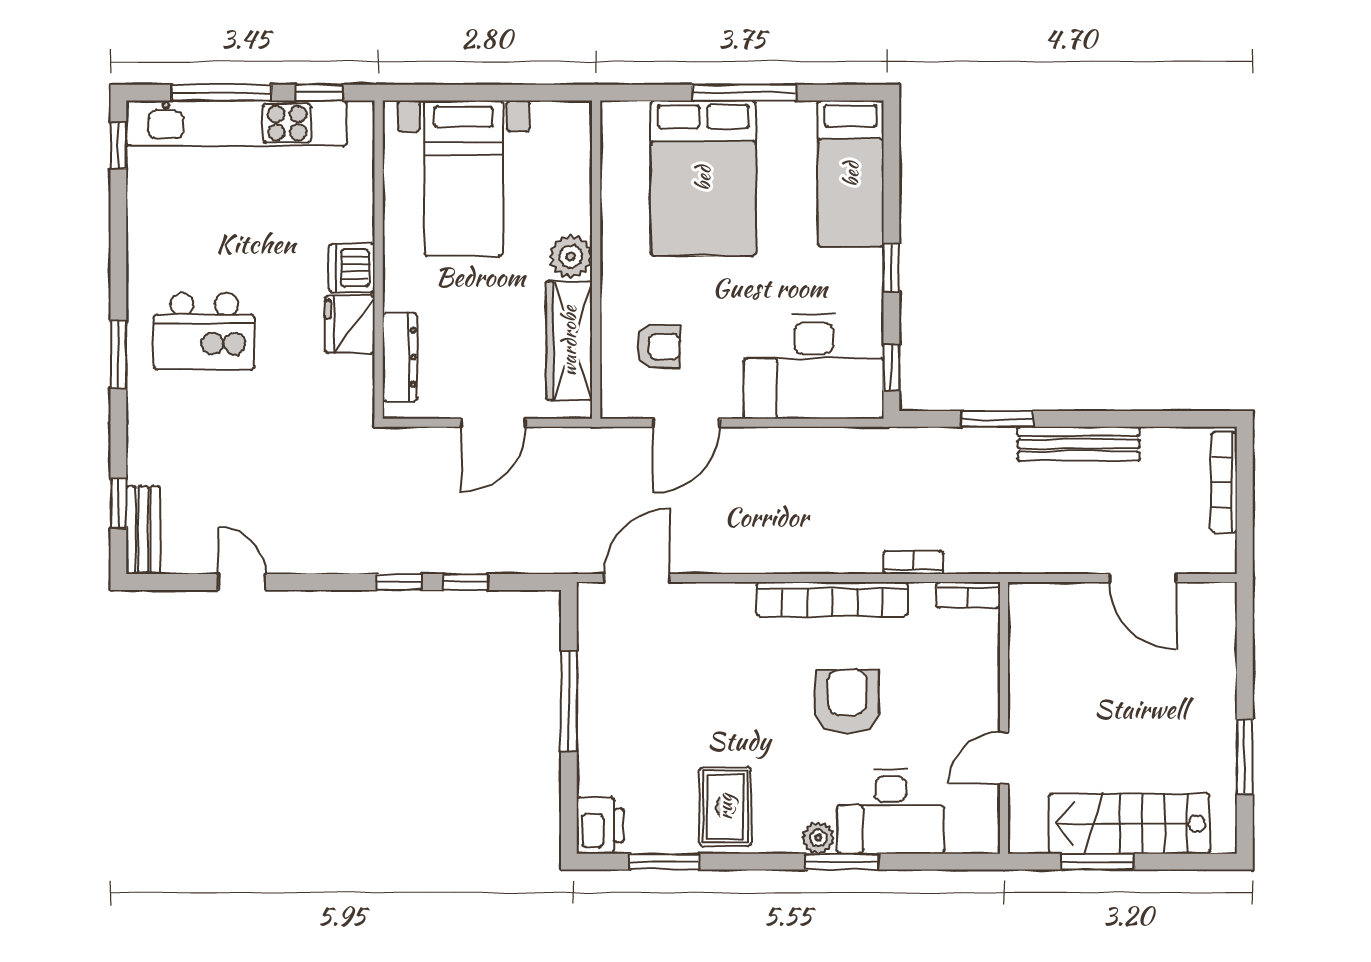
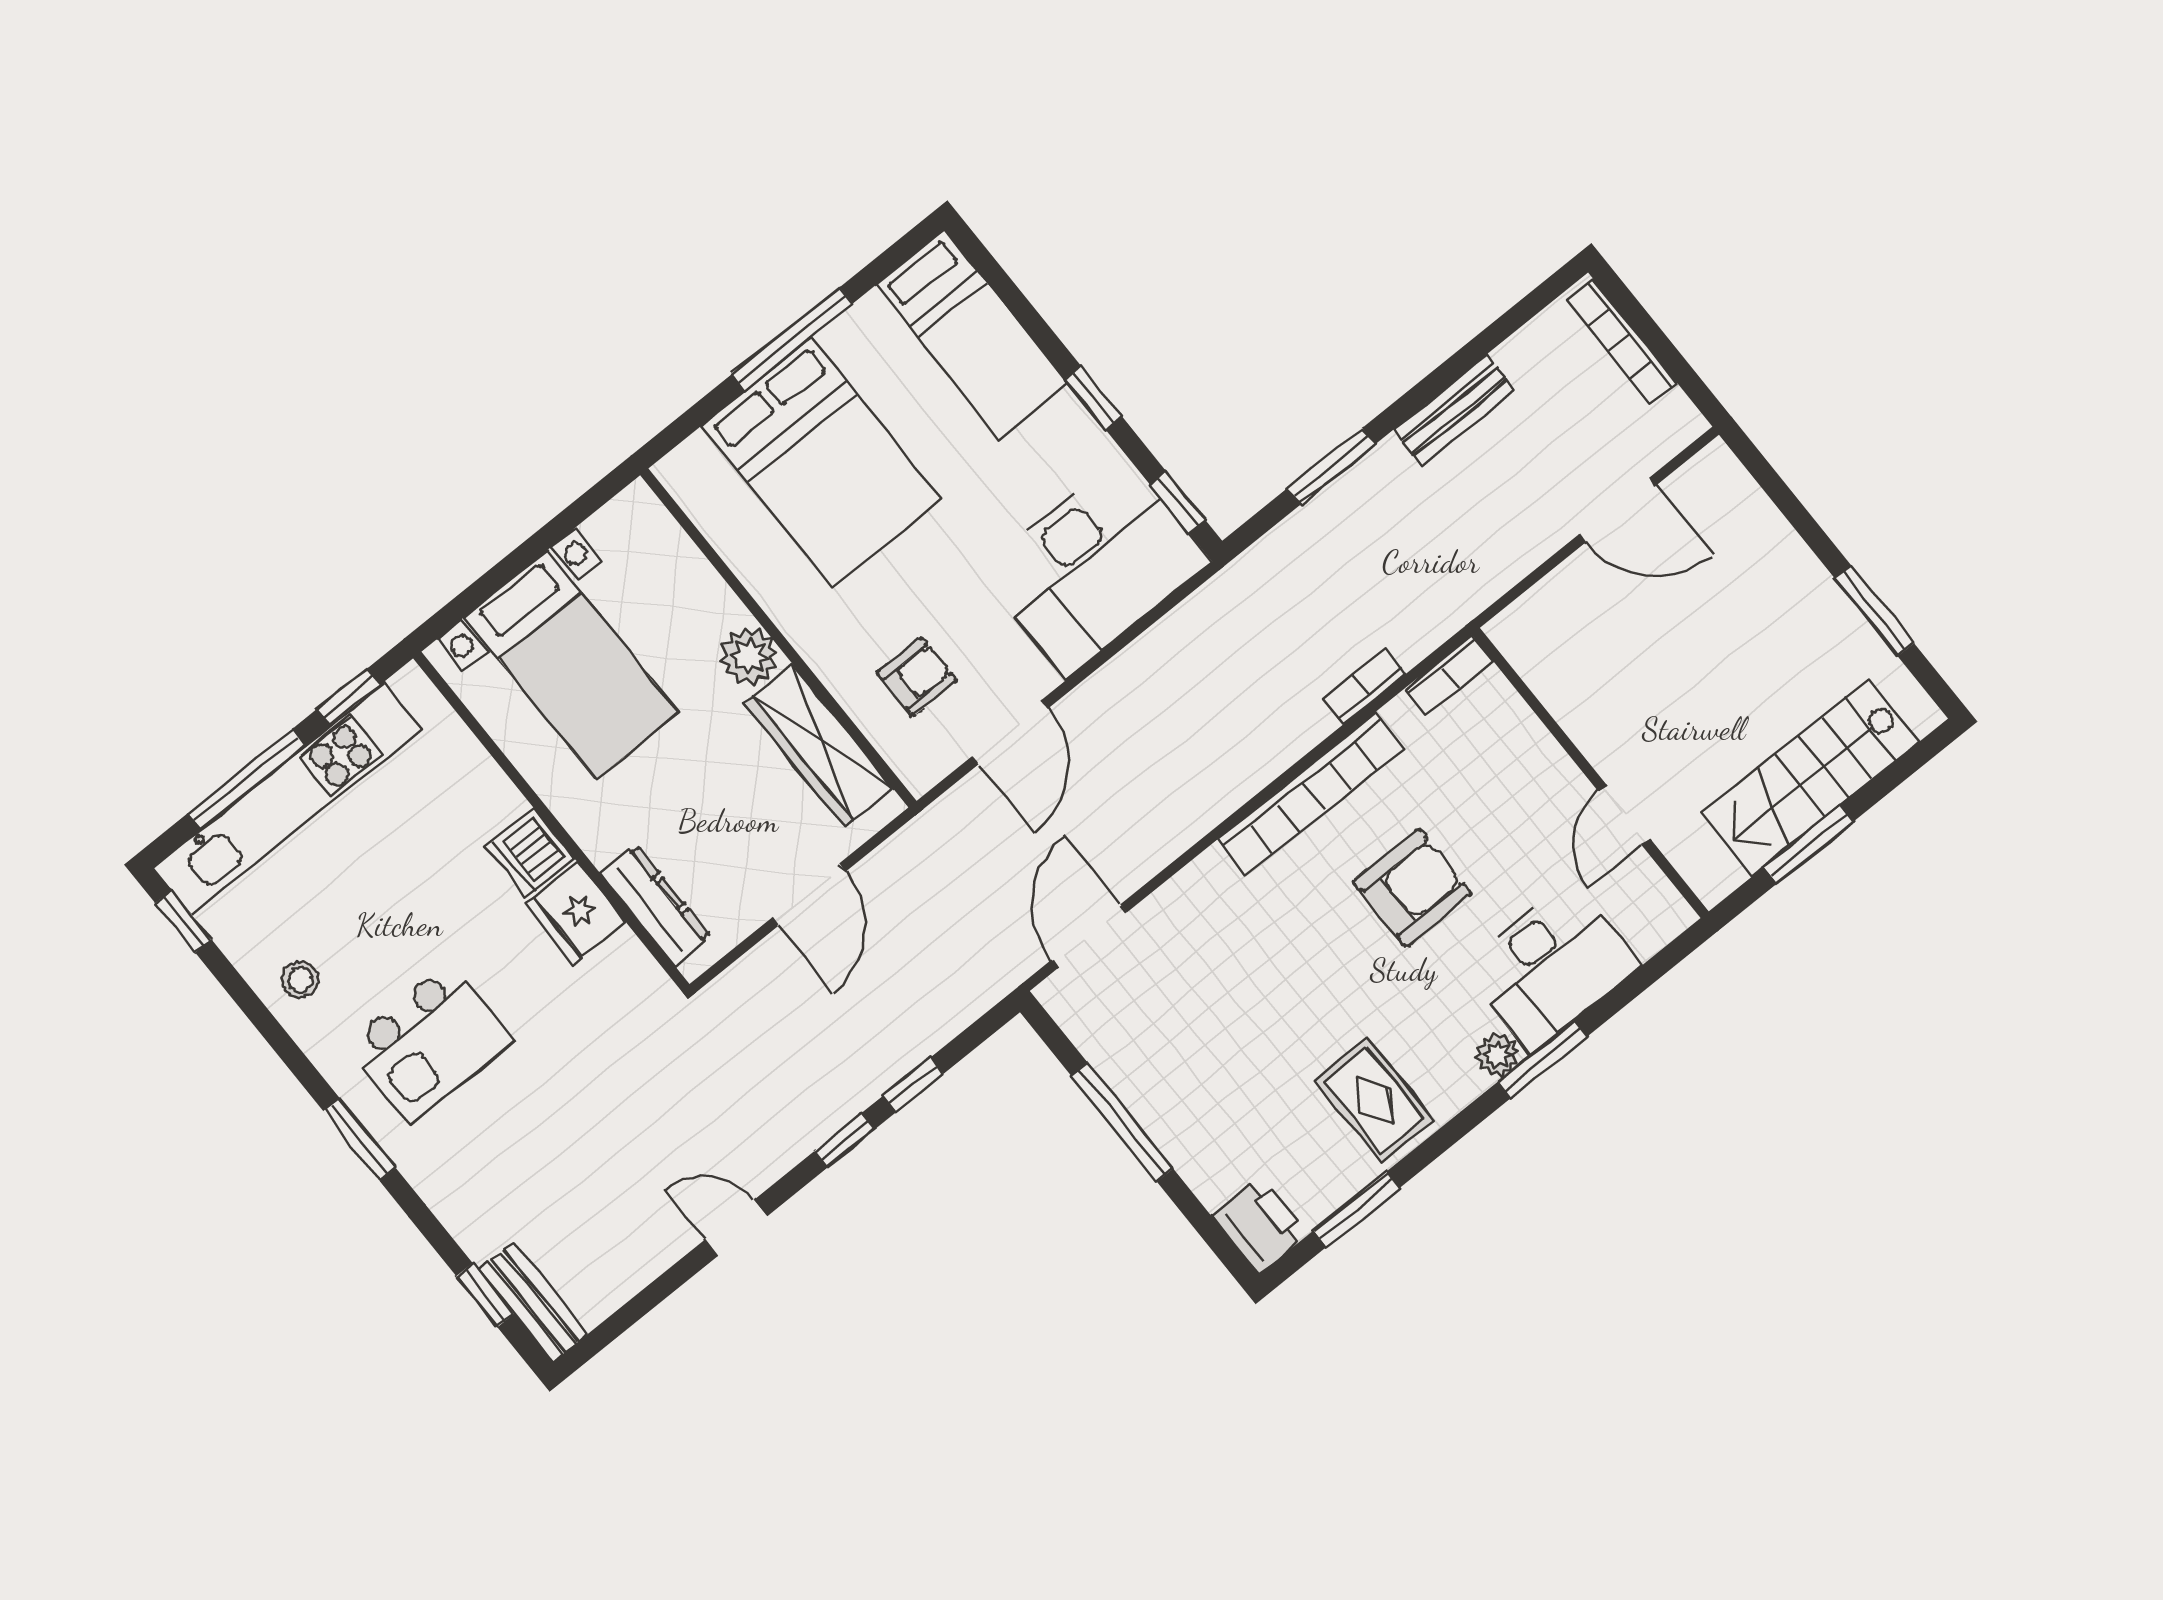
stool: (159, 234) -> (300, 980), added
bench: (1079, 444) -> (1454, 410), width x0.73
door: (242, 582) -> (736, 1228), moved
armchair: (847, 701) -> (1412, 888), turned 90

